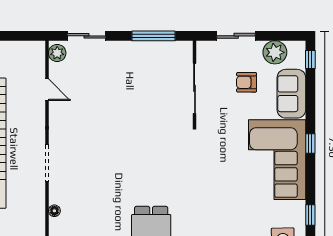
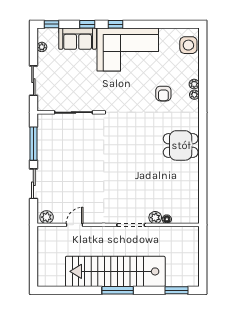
sliding door: (86, 36) -> (33, 184), moved
plant: (275, 52) -> (42, 47), width x0.53, depth x0.53
armchair: (247, 82) -> (163, 94), moved
plant: (57, 196) -> (155, 218), added
window: (310, 215) -> (87, 24), moved

